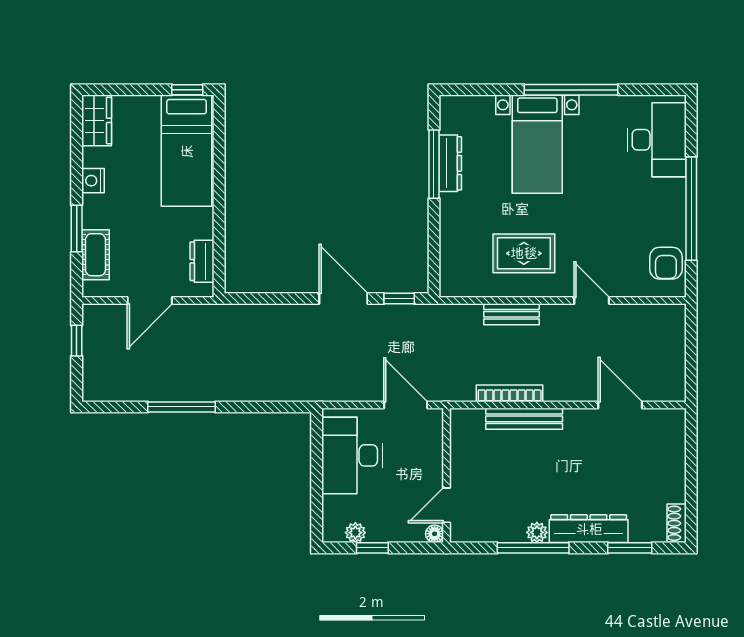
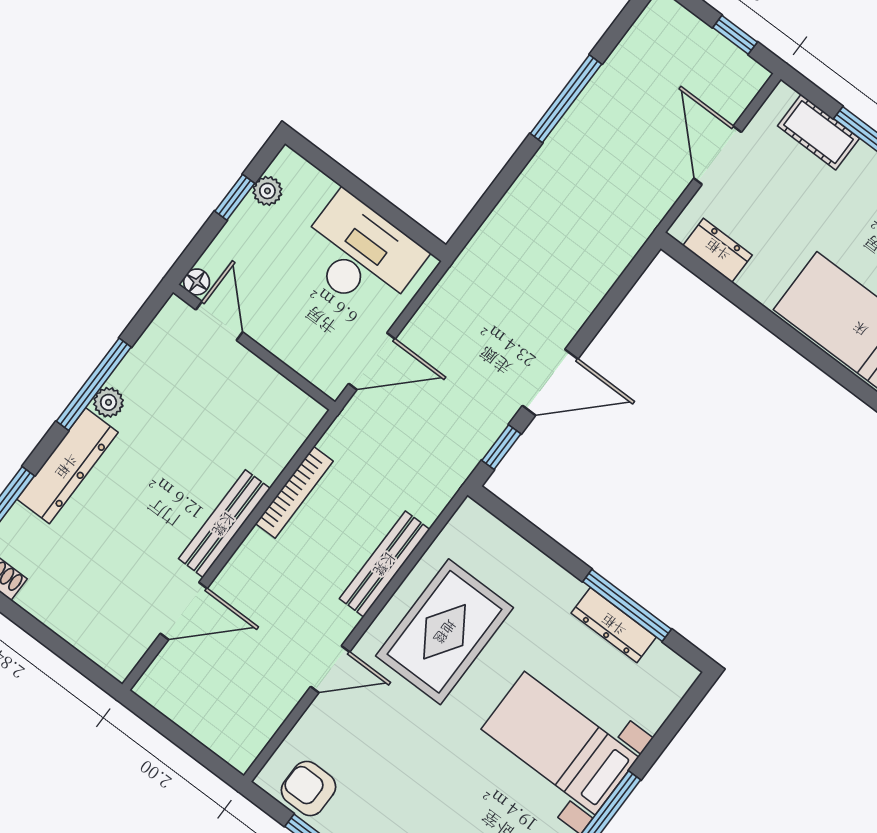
rug: (524, 253) -> (445, 632), width x1.36, depth x1.43
bench: (511, 314) -> (385, 564), width x1.36
bench: (524, 419) -> (224, 524), moved

